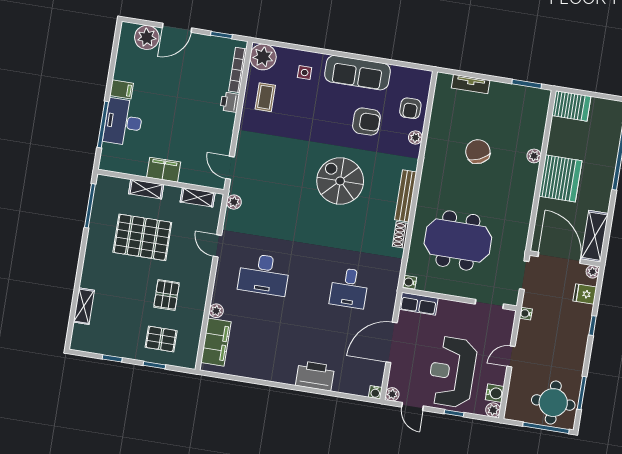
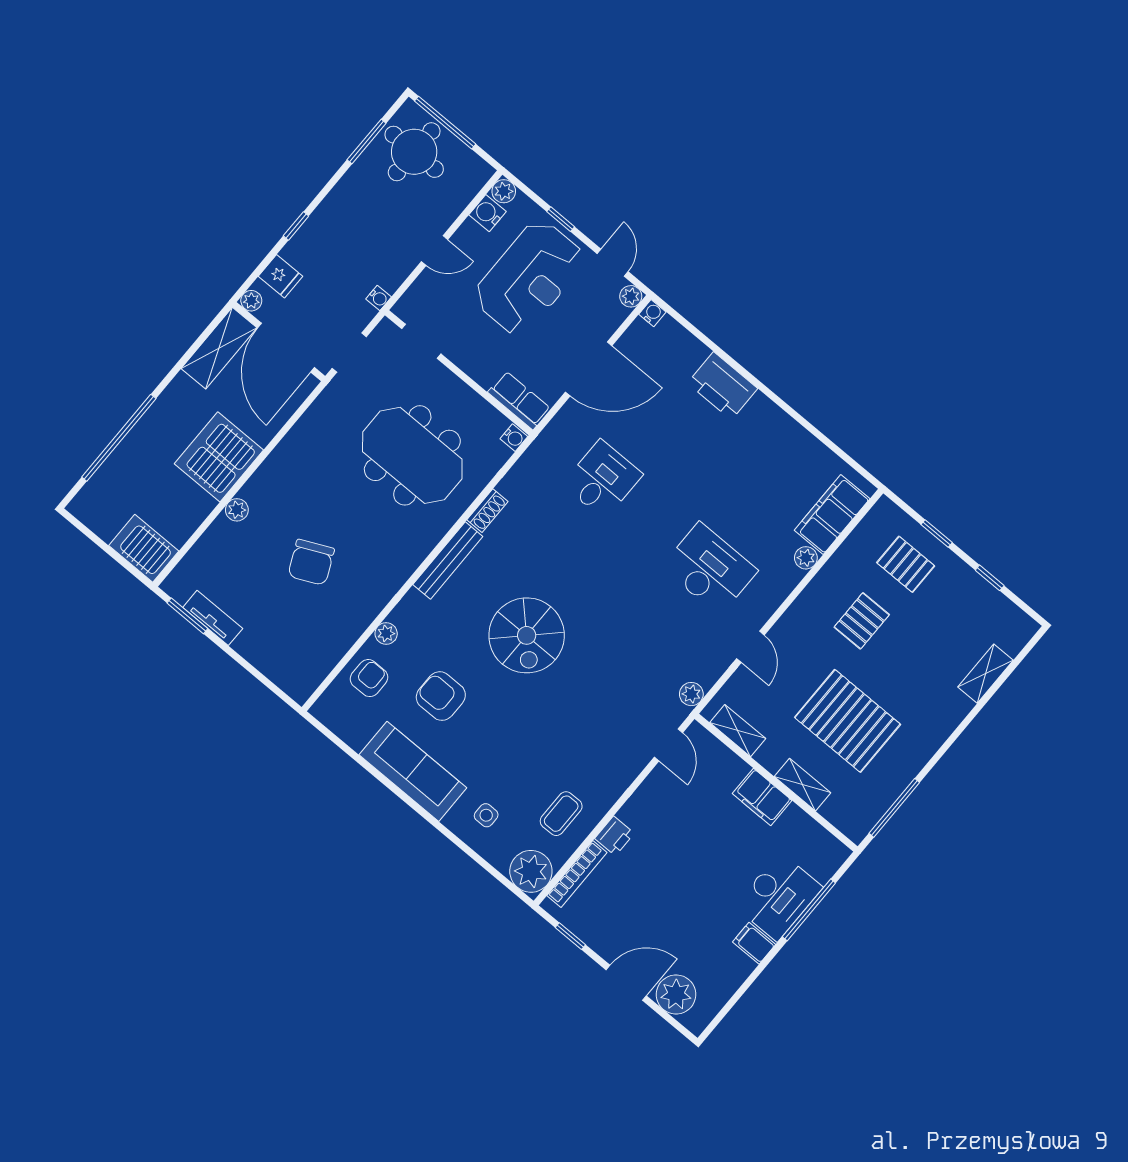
tv unit: (471, 84) -> (213, 618), moved

